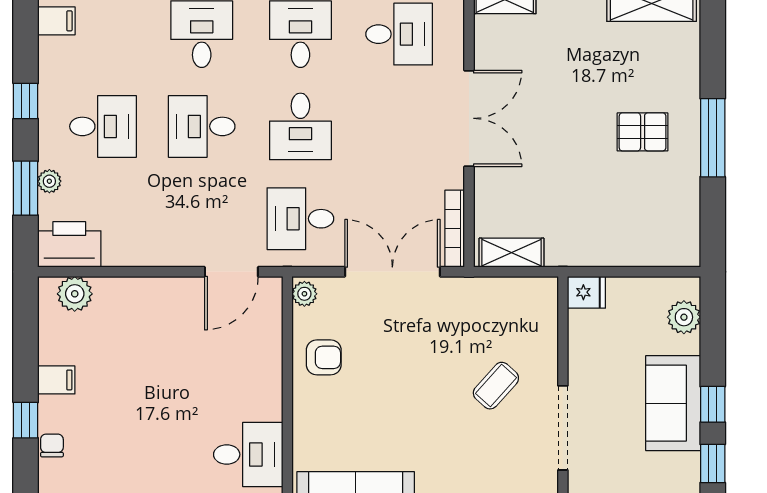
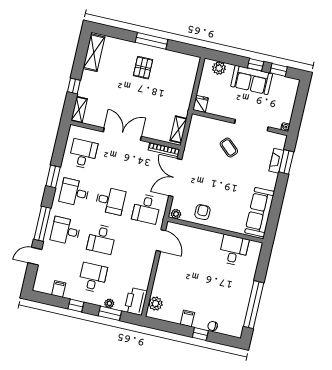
filing cabinet: (56, 21) -> (59, 289), moved

